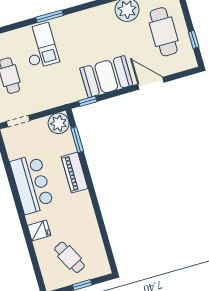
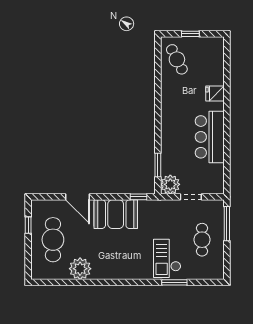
window: (50, 16) -> (174, 282), moved
doorway: (18, 121) -> (191, 197), moved
piano: (75, 173) -> (169, 136), removed
cafe table: (70, 257) -> (177, 59), moved

